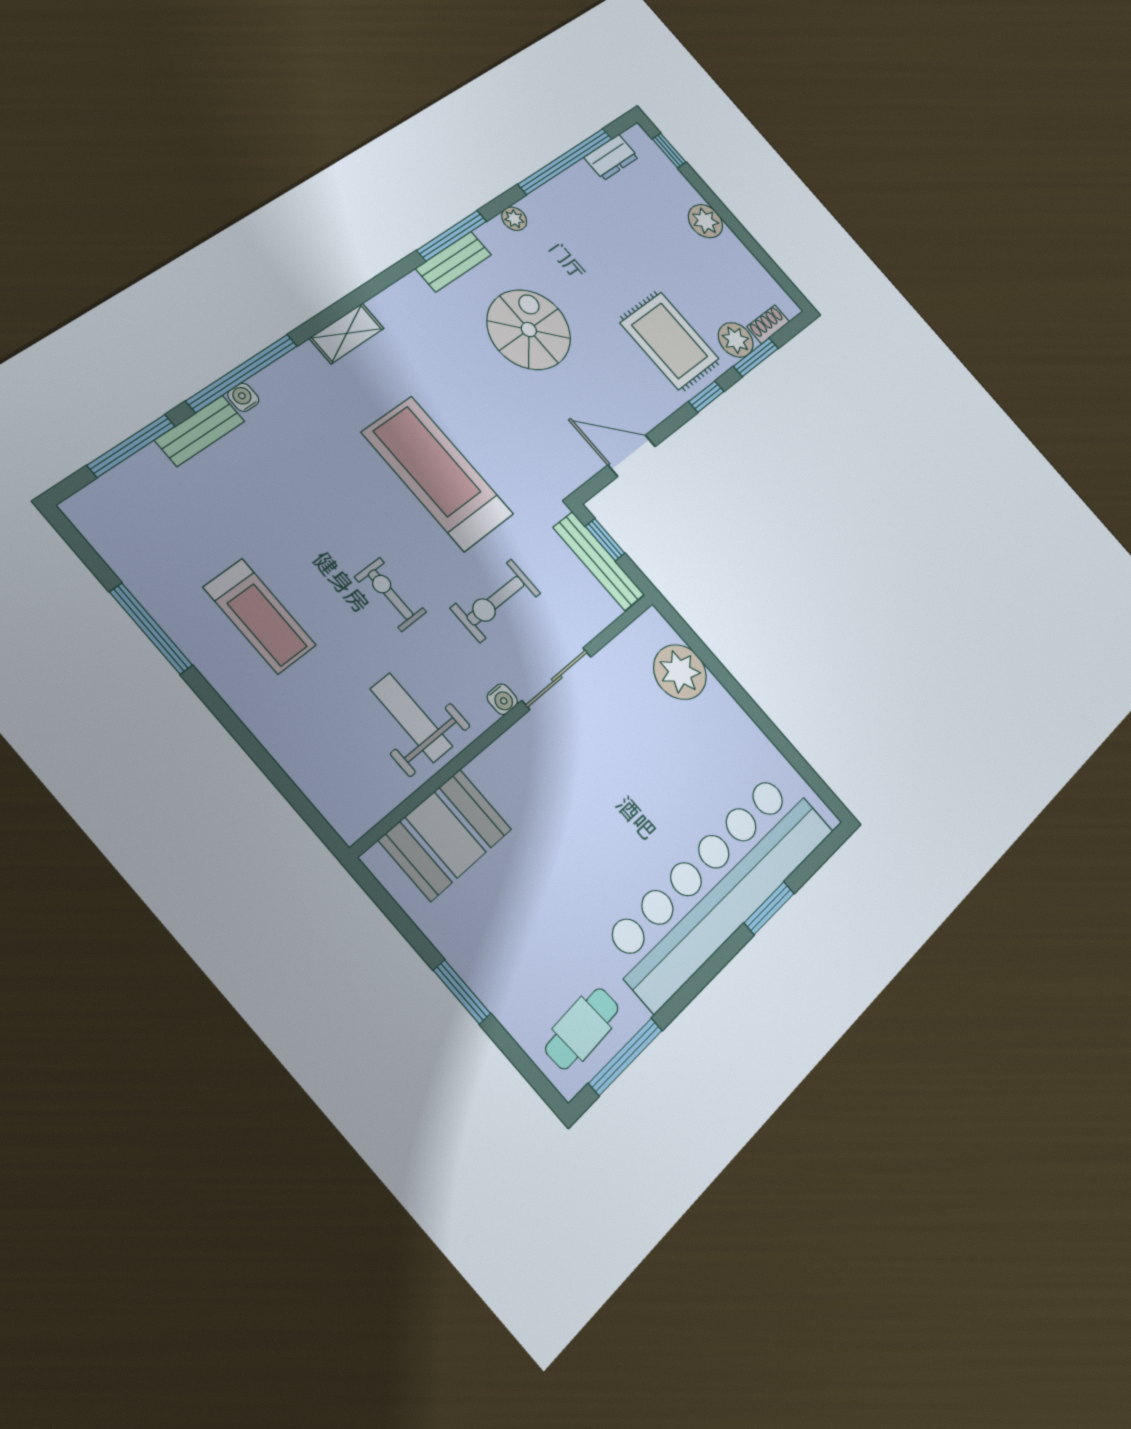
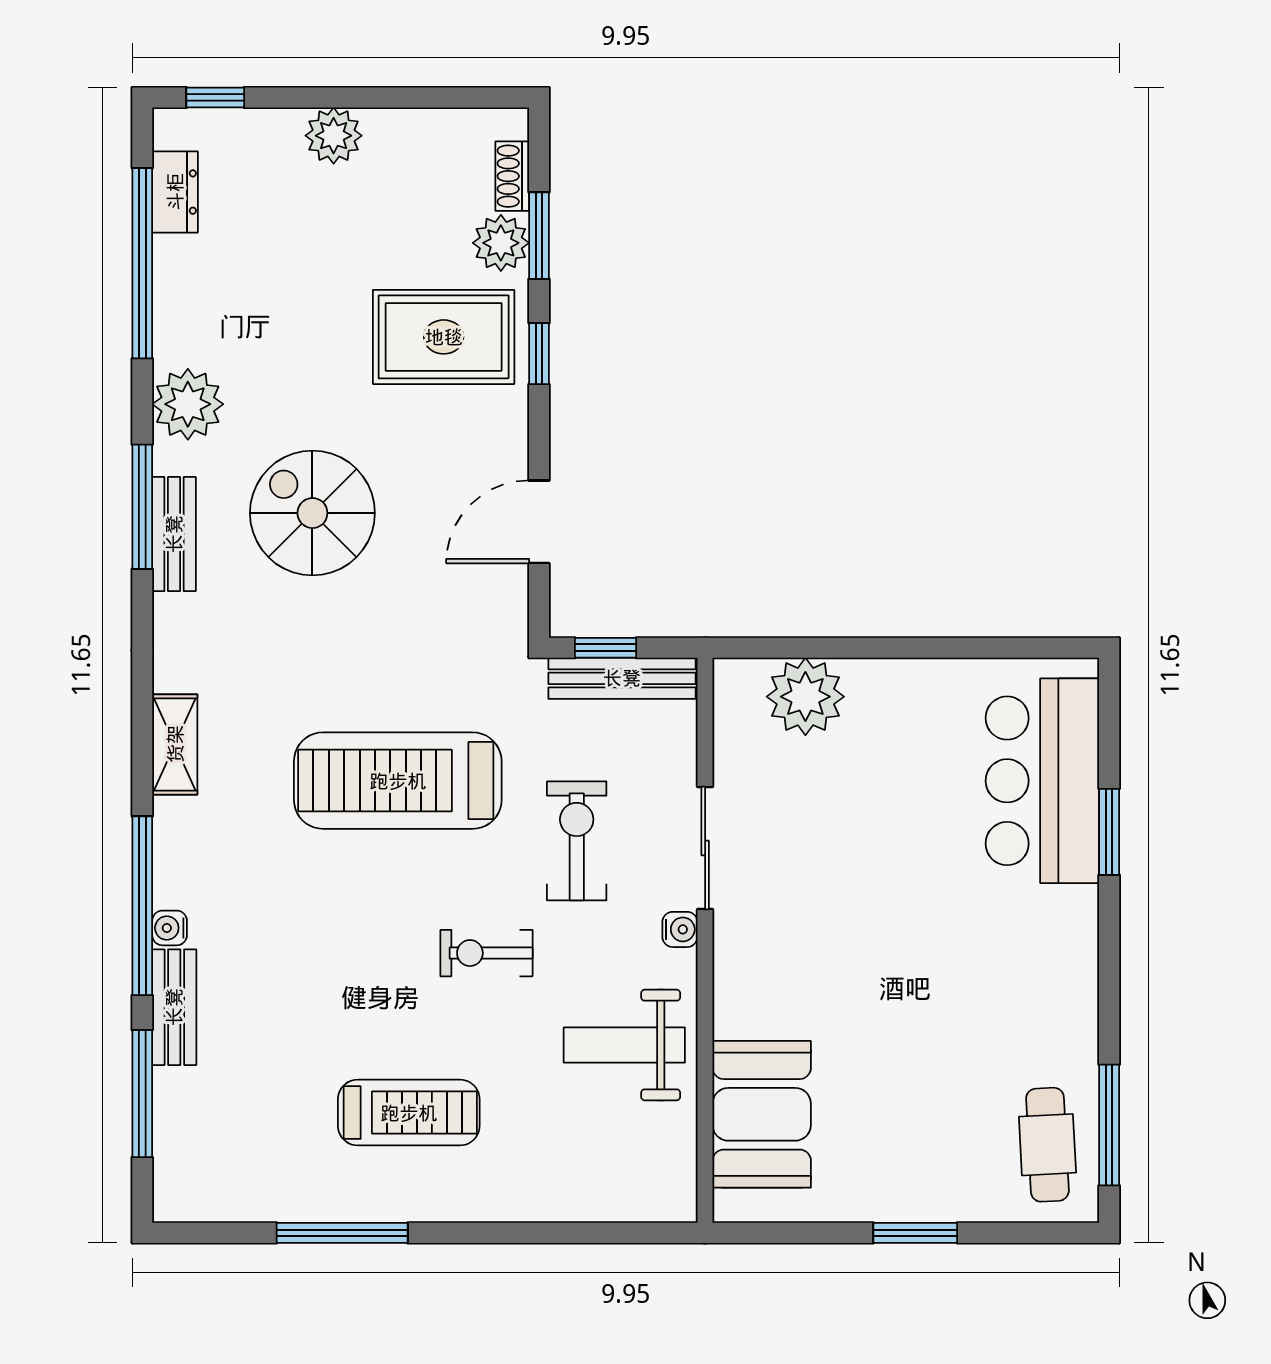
plant: (514, 219) -> (188, 404), width x1.87, depth x1.87
exercise bike: (496, 601) -> (577, 841), turned 180
bar counter: (718, 886) -> (1042, 781), width x0.54

